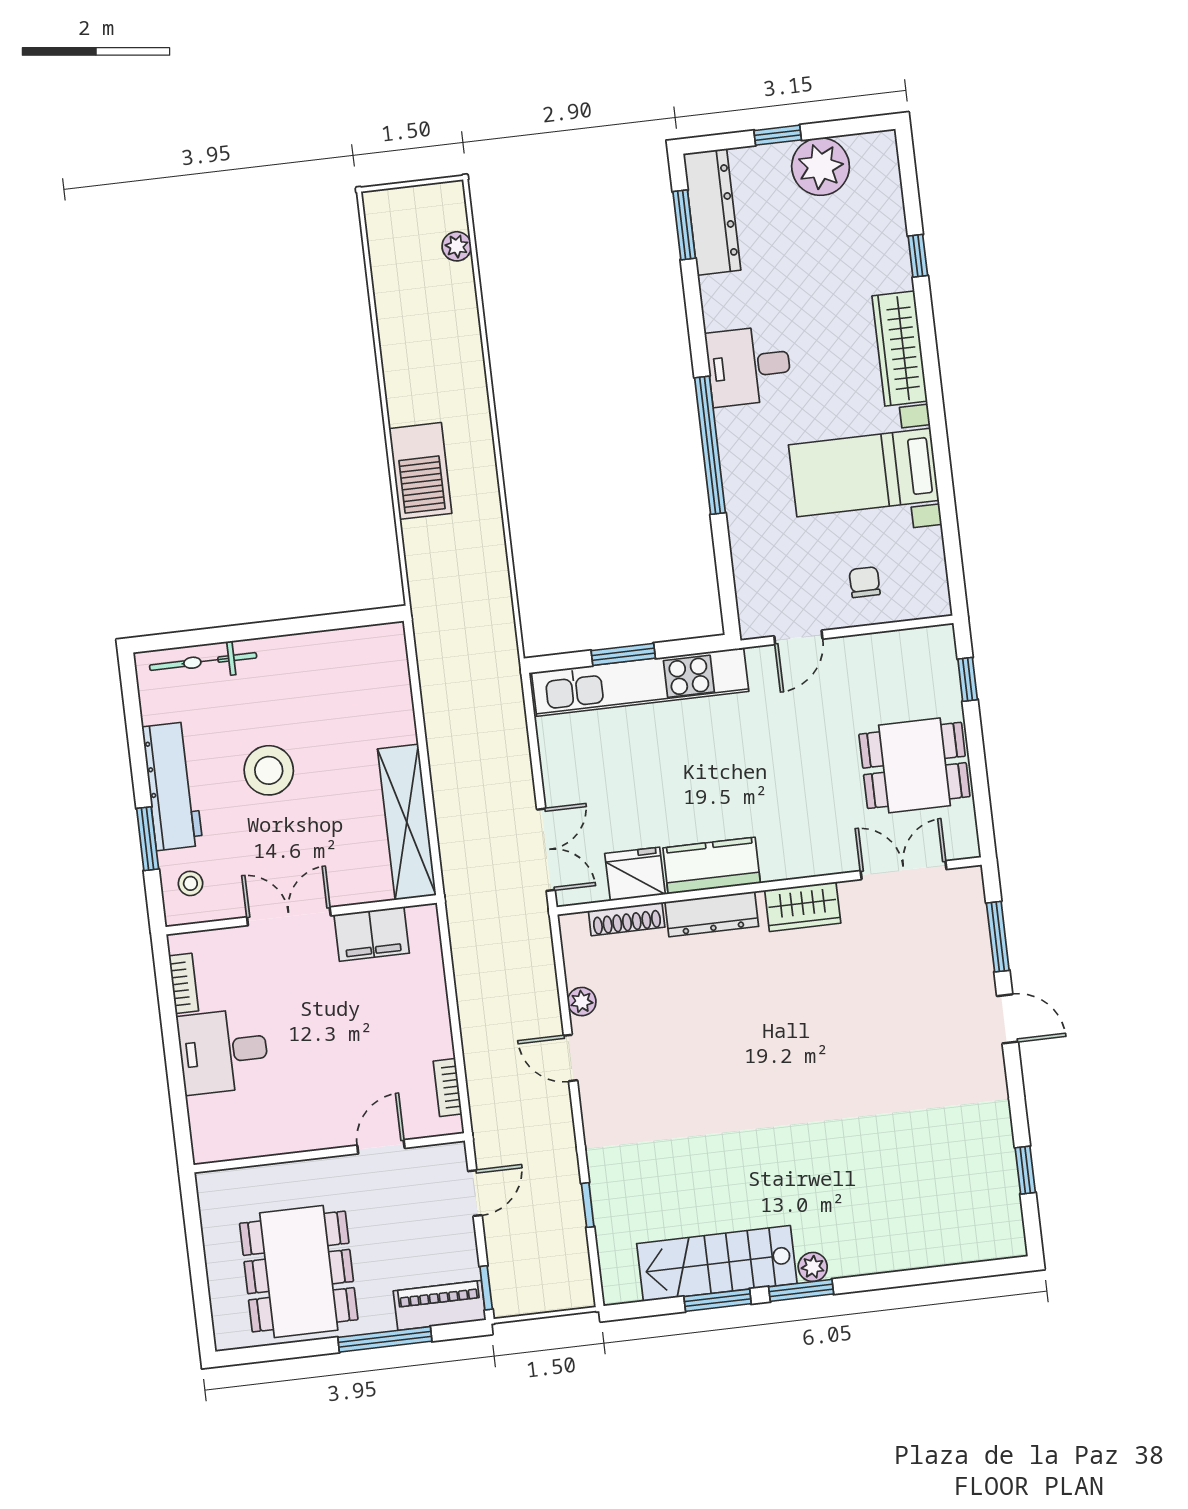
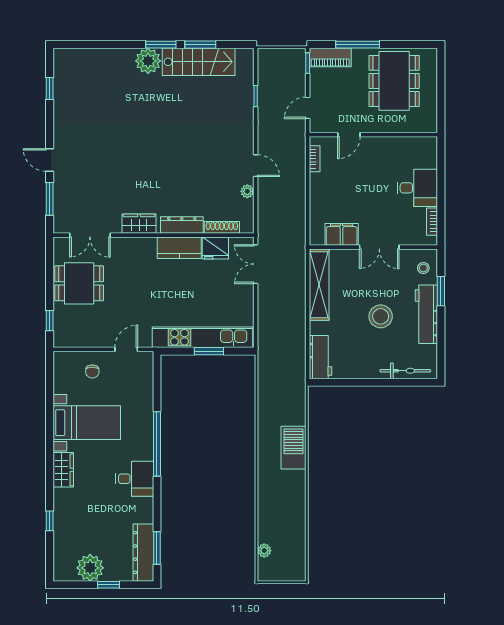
wardrobe: (900, 349) -> (63, 470), width x0.67
workbench: (386, 669) -> (321, 357), added
plant: (813, 1267) -> (148, 61), width x1.87, depth x1.87

